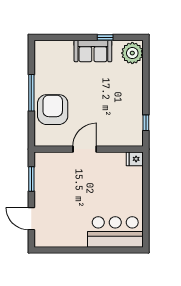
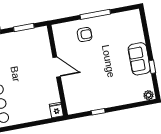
plant: (132, 53) -> (148, 95), width x0.53, depth x0.53
armchair: (53, 110) -> (85, 35), width x0.53, depth x0.53
window: (146, 123) -> (98, 112), moved

